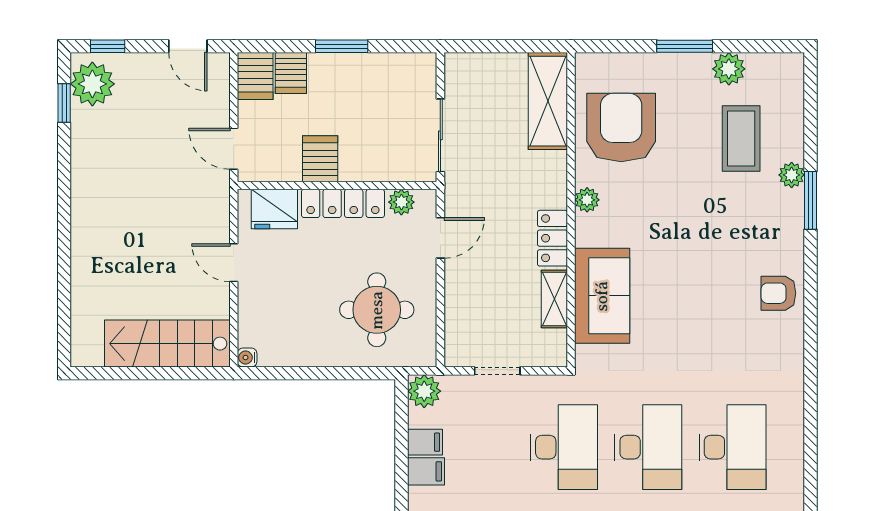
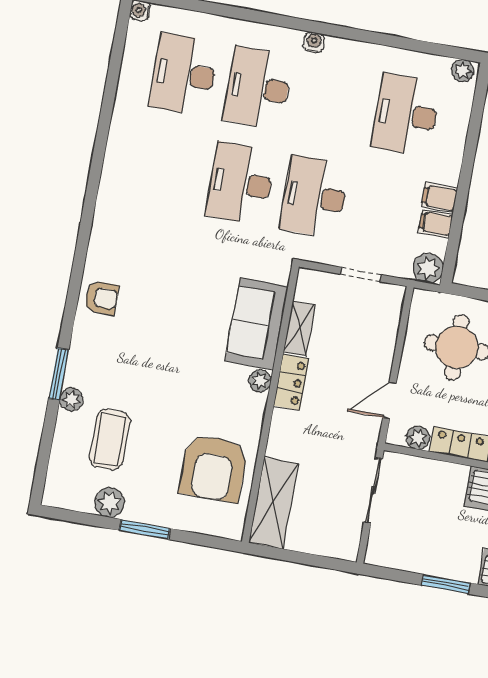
plant: (587, 200) -> (260, 381), moved
desk: (732, 447) -> (167, 170), removed

